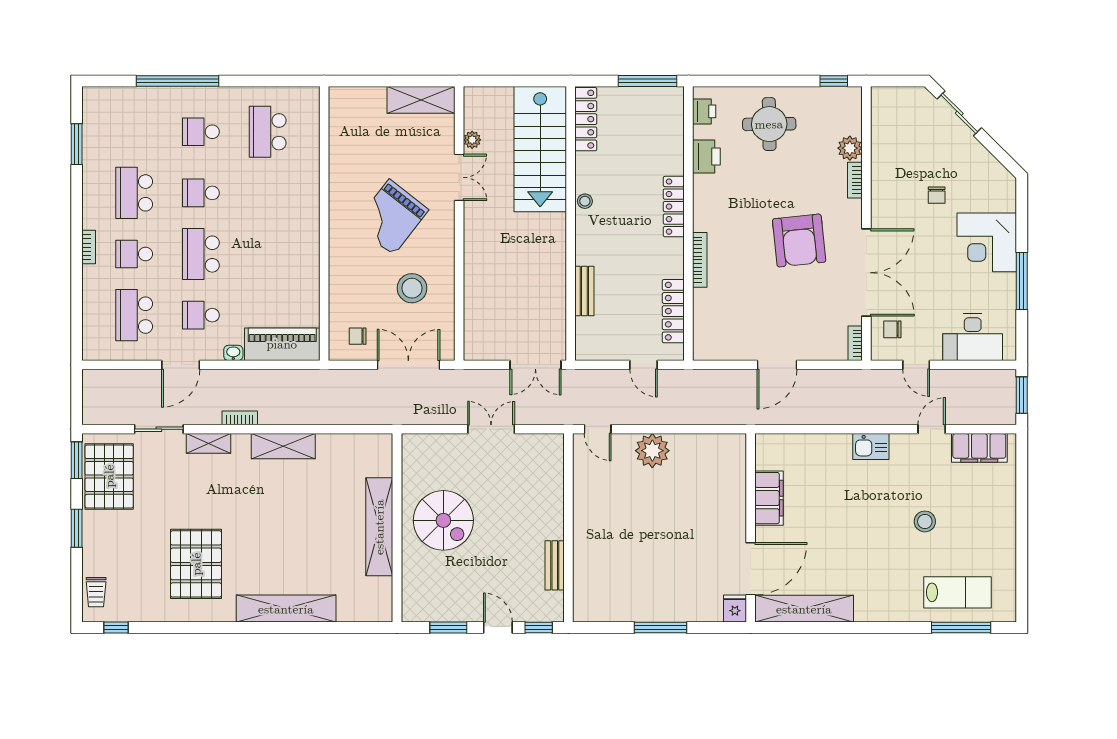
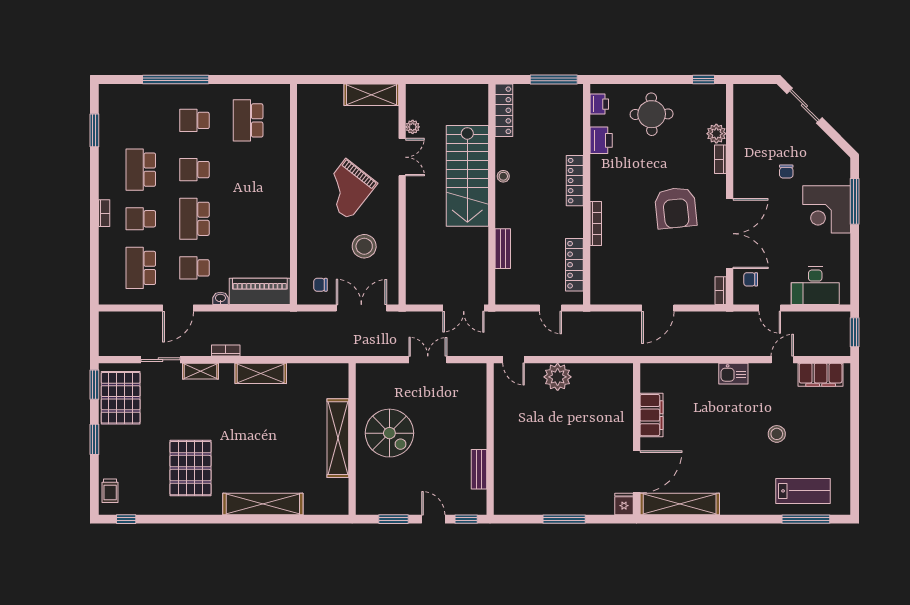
stairs: (540, 149) -> (467, 176), moved
window: (1022, 281) -> (855, 201), moved

